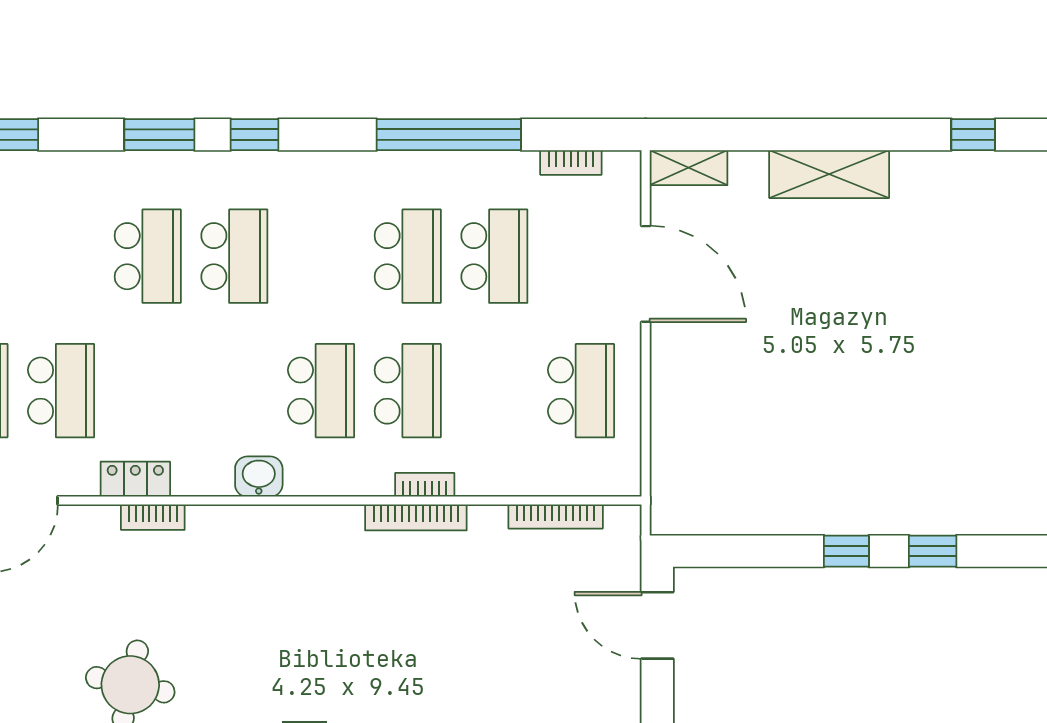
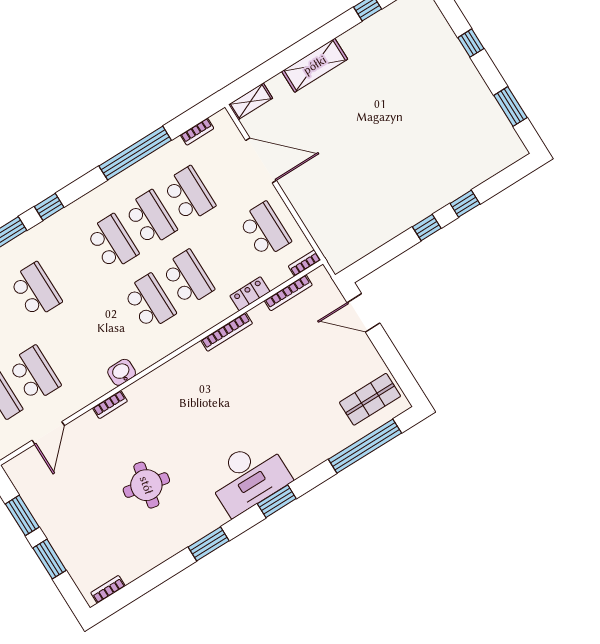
school desk: (234, 256) -> (112, 242), moved
washbasin: (259, 477) -> (122, 372), moved
locker: (135, 479) -> (250, 294), moved
bookcase: (425, 485) -> (305, 263), moved

